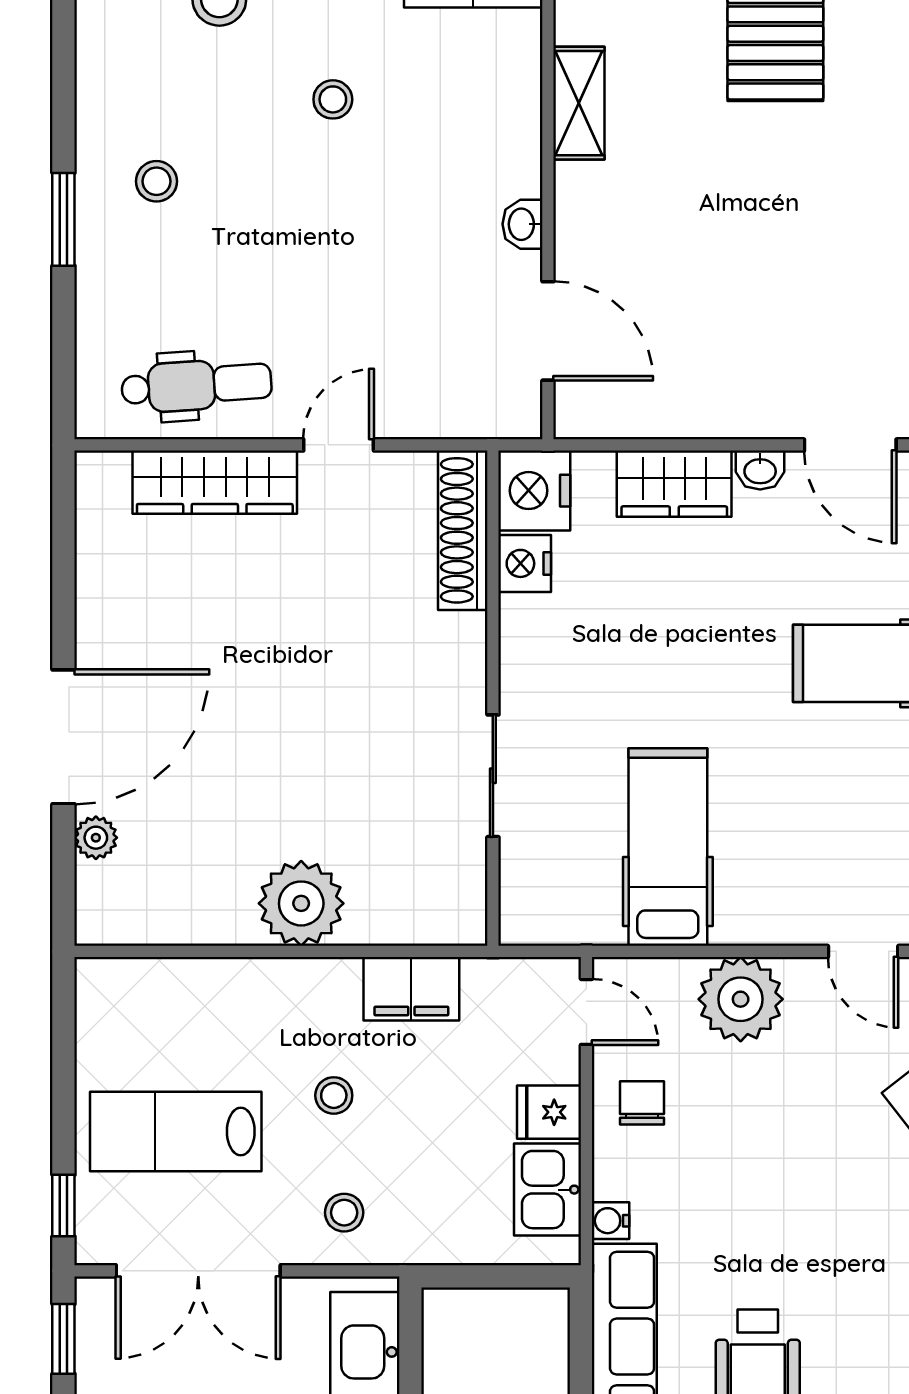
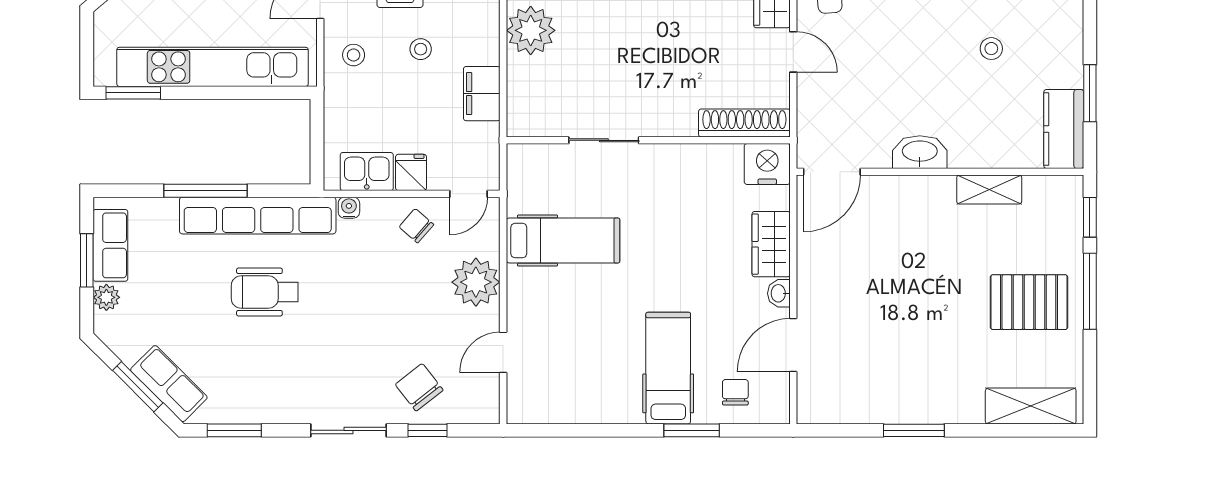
washbasin: (522, 224) -> (920, 152), width x1.91, depth x1.45
door: (548, 331) -> (832, 172), moved
nightstand: (525, 563) -> (725, 158), removed
chair: (642, 1103) -> (416, 226), turned -139

